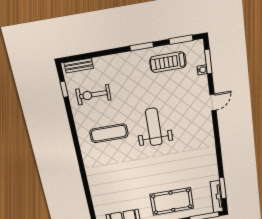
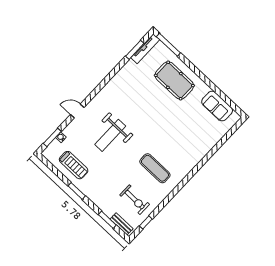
window: (181, 40) -> (107, 220), moved
weight bench: (154, 127) -> (110, 135), moved

